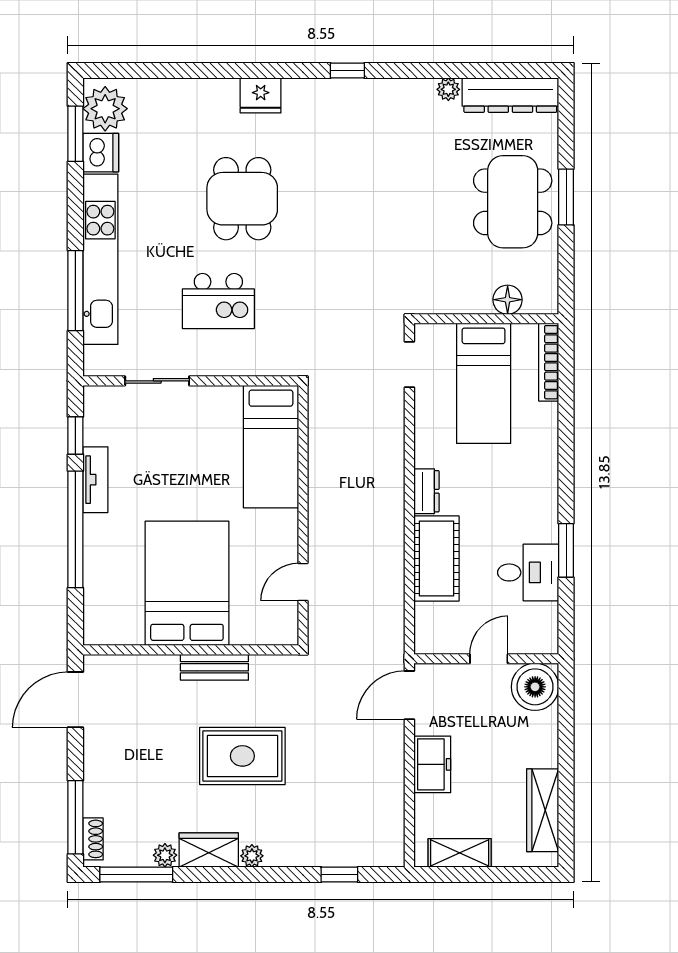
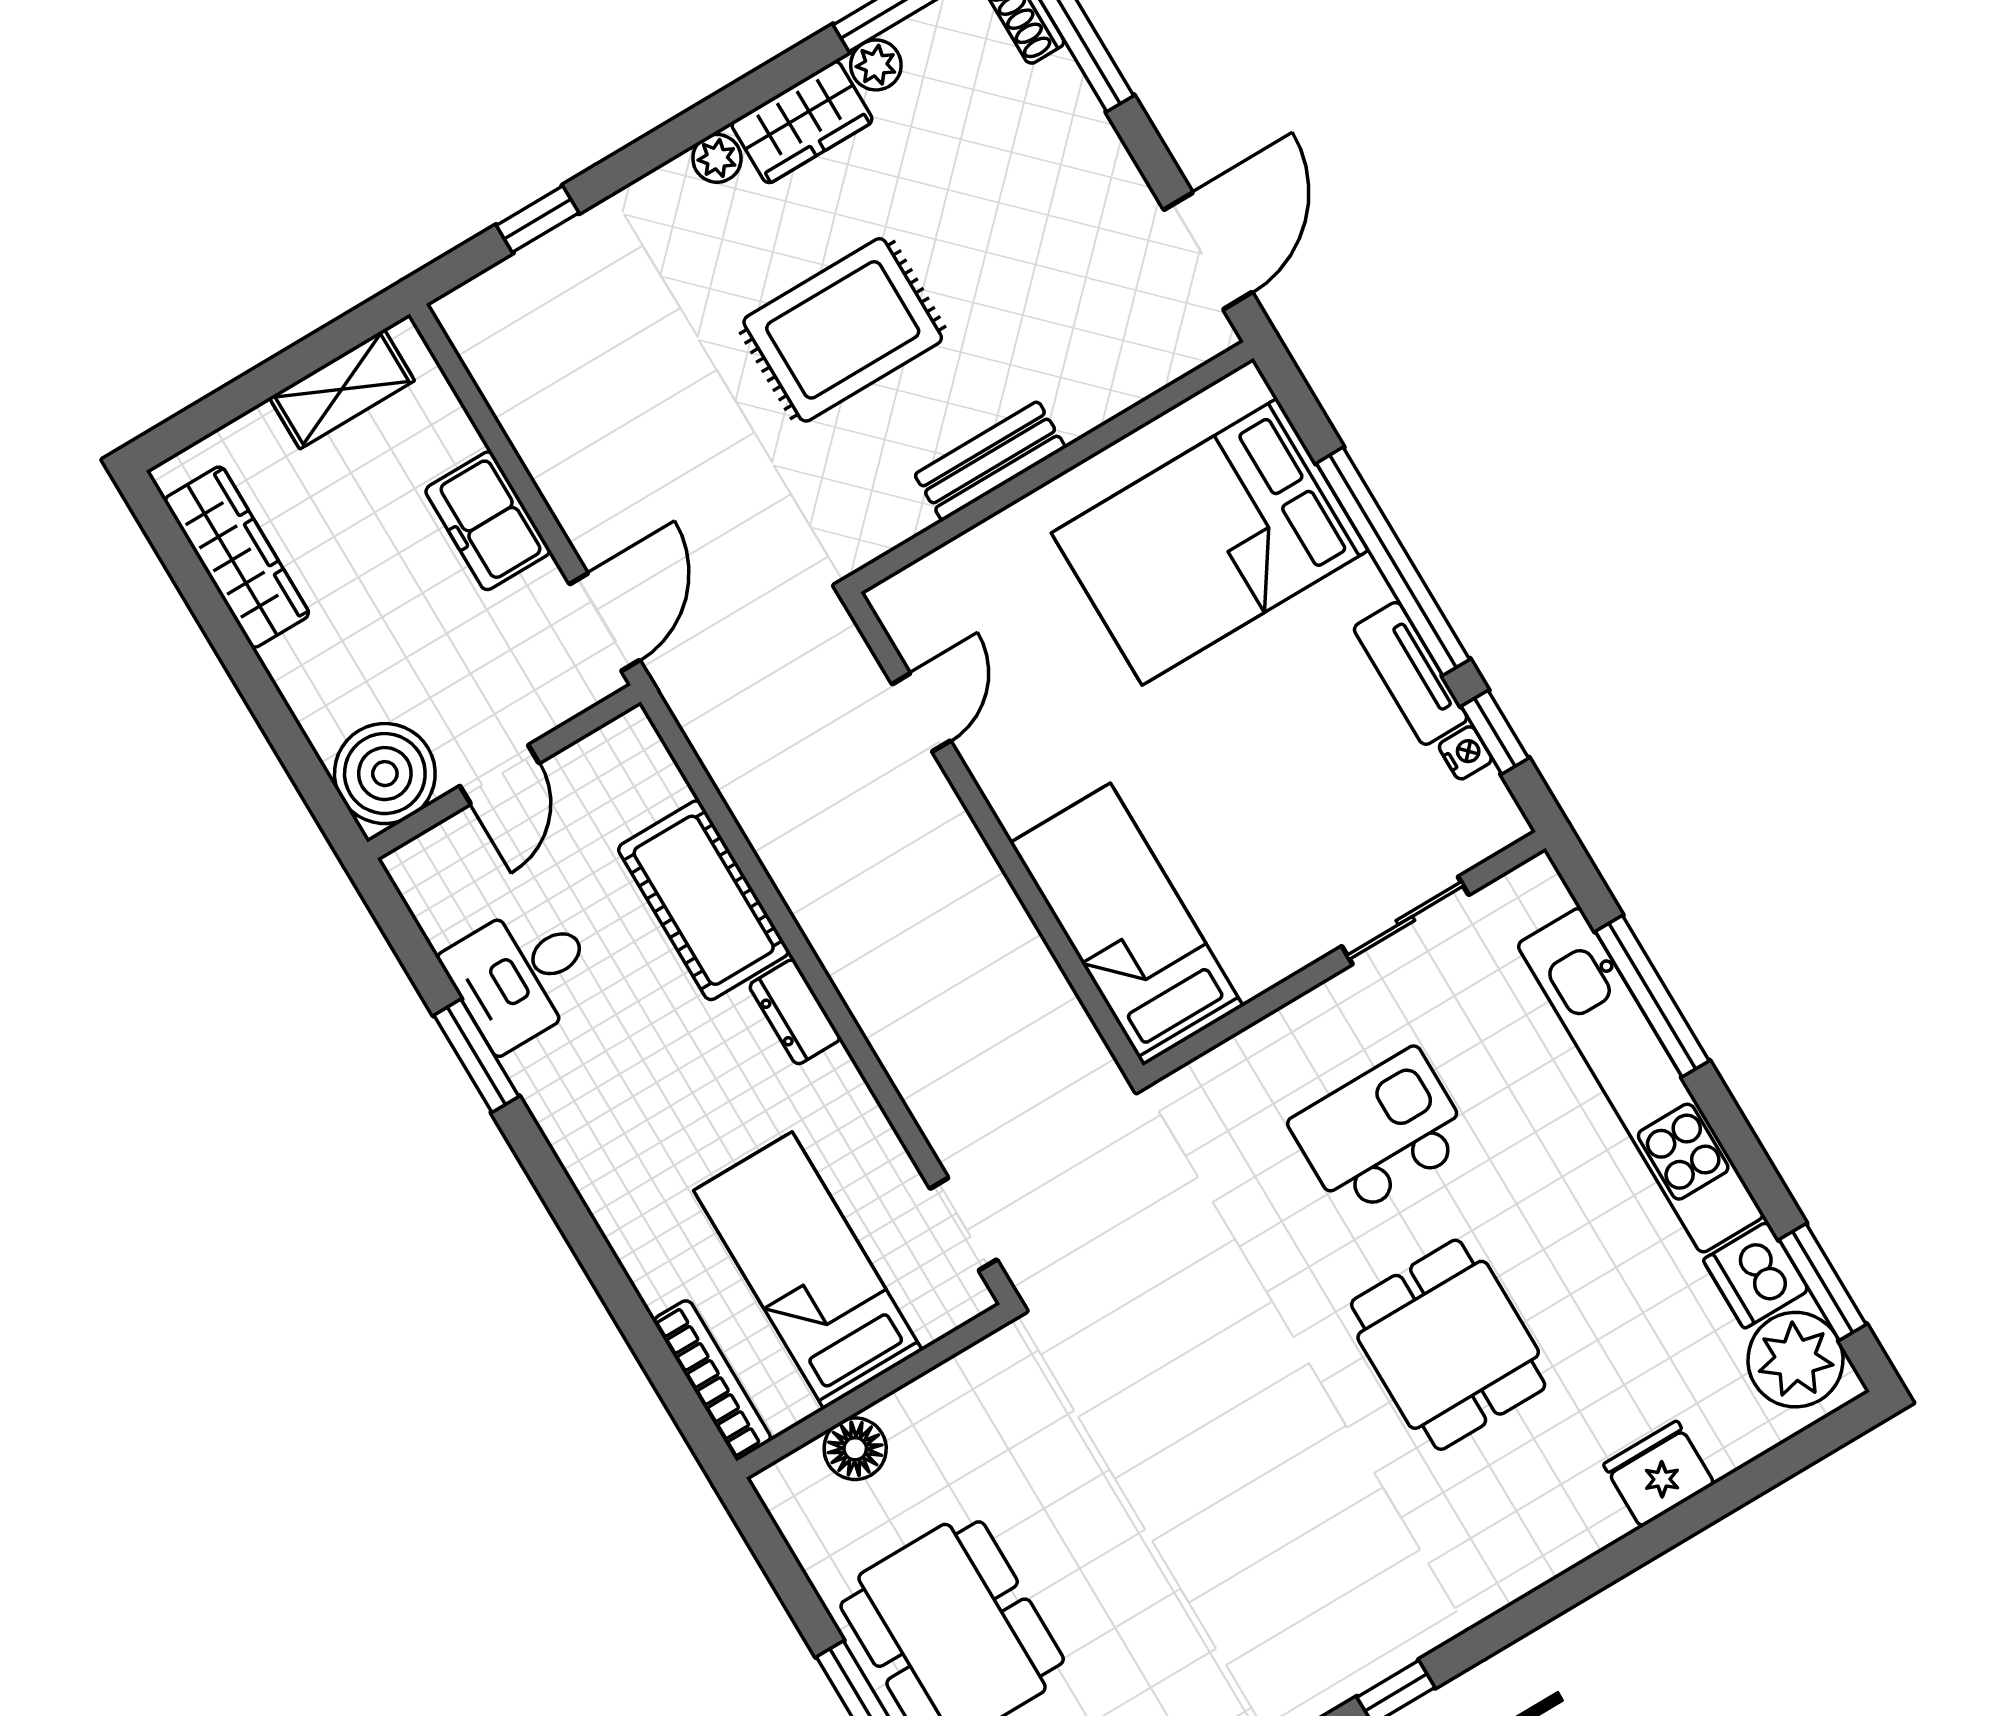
fridge: (261, 95) -> (1659, 1474), moved
nightstand: (92, 434) -> (1465, 753), added
bed: (187, 583) -> (1210, 542), moved, turned 90

